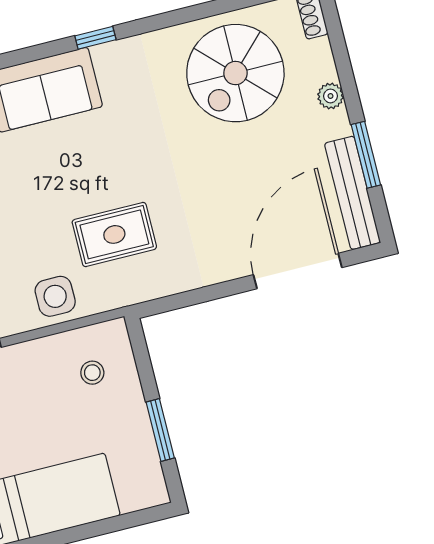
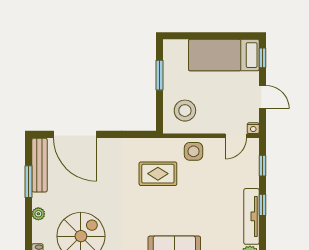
door: (298, 271) -> (75, 134), hinge flipped
stool: (92, 373) -> (185, 111), width x1.89, depth x1.89

